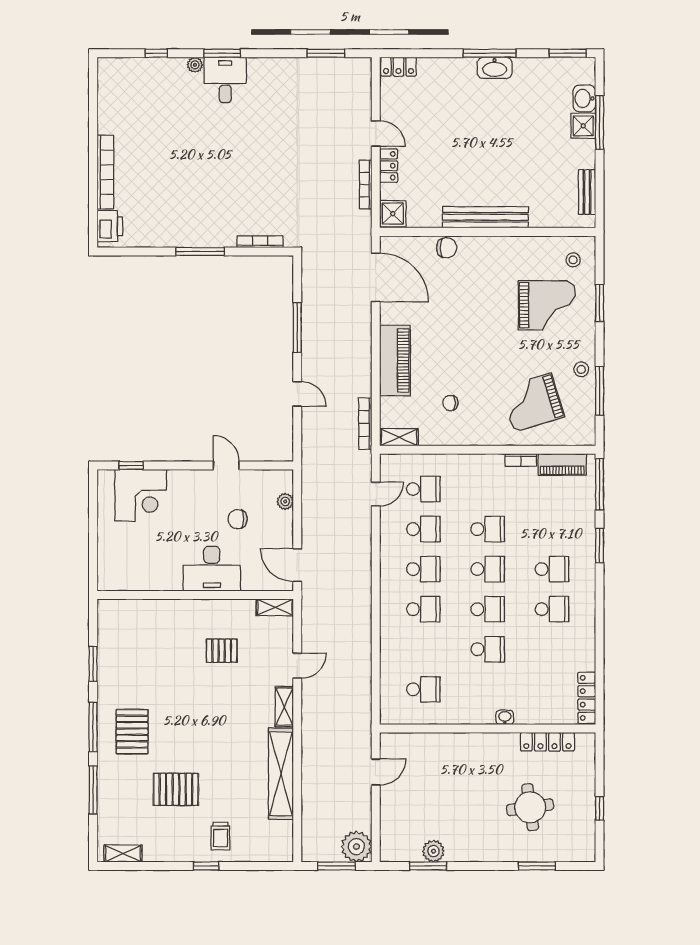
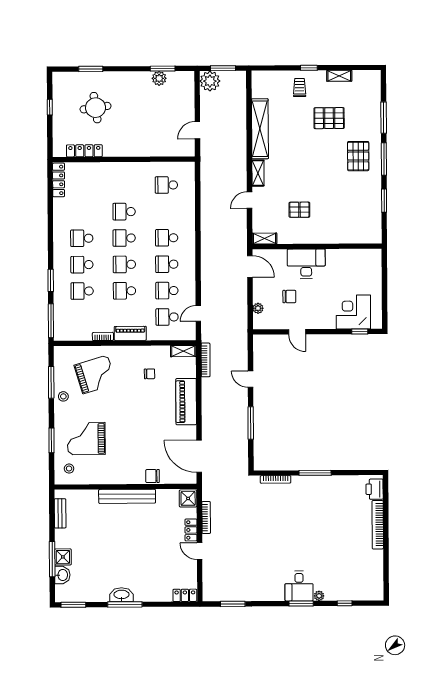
piano: (562, 465) -> (130, 333), moved
school desk: (552, 529) -> (82, 291), added
washbasin: (505, 717) -> (113, 167), removed
shelving: (123, 854) -> (339, 76), moved

